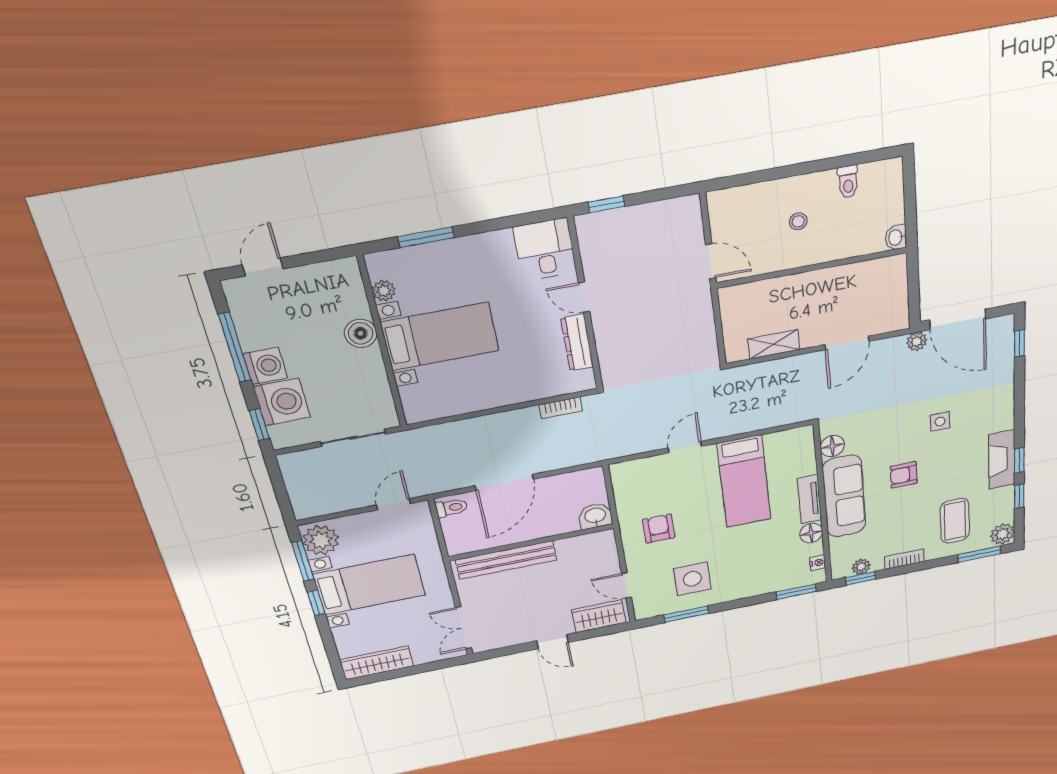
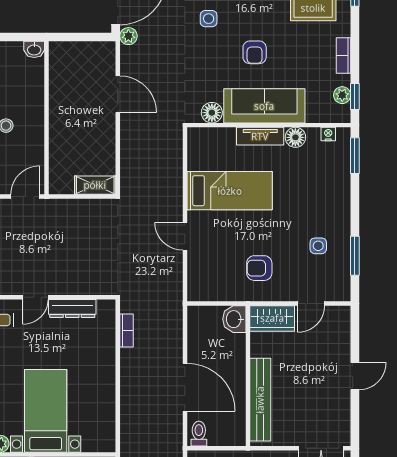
shelving: (774, 344) -> (95, 185), moved, turned 90
side table: (692, 579) -> (318, 246), width x0.54, depth x0.54
wardrobe: (599, 616) -> (272, 318), moved, turned -90

